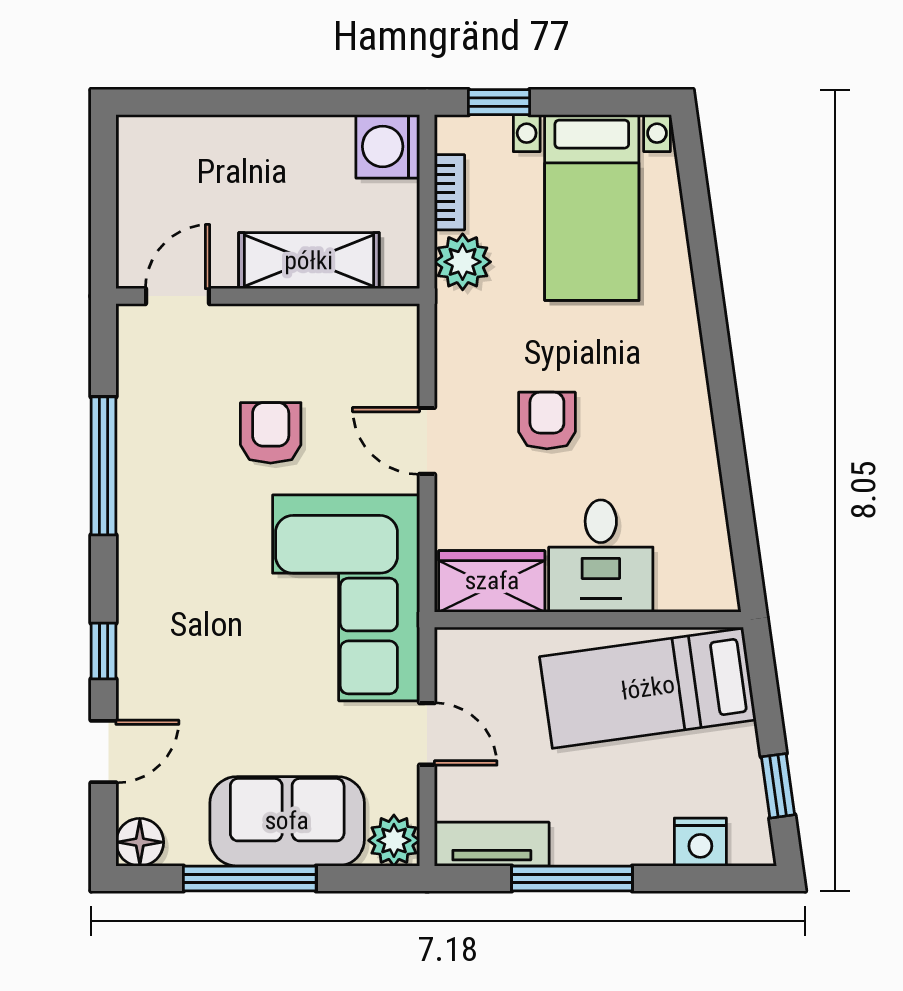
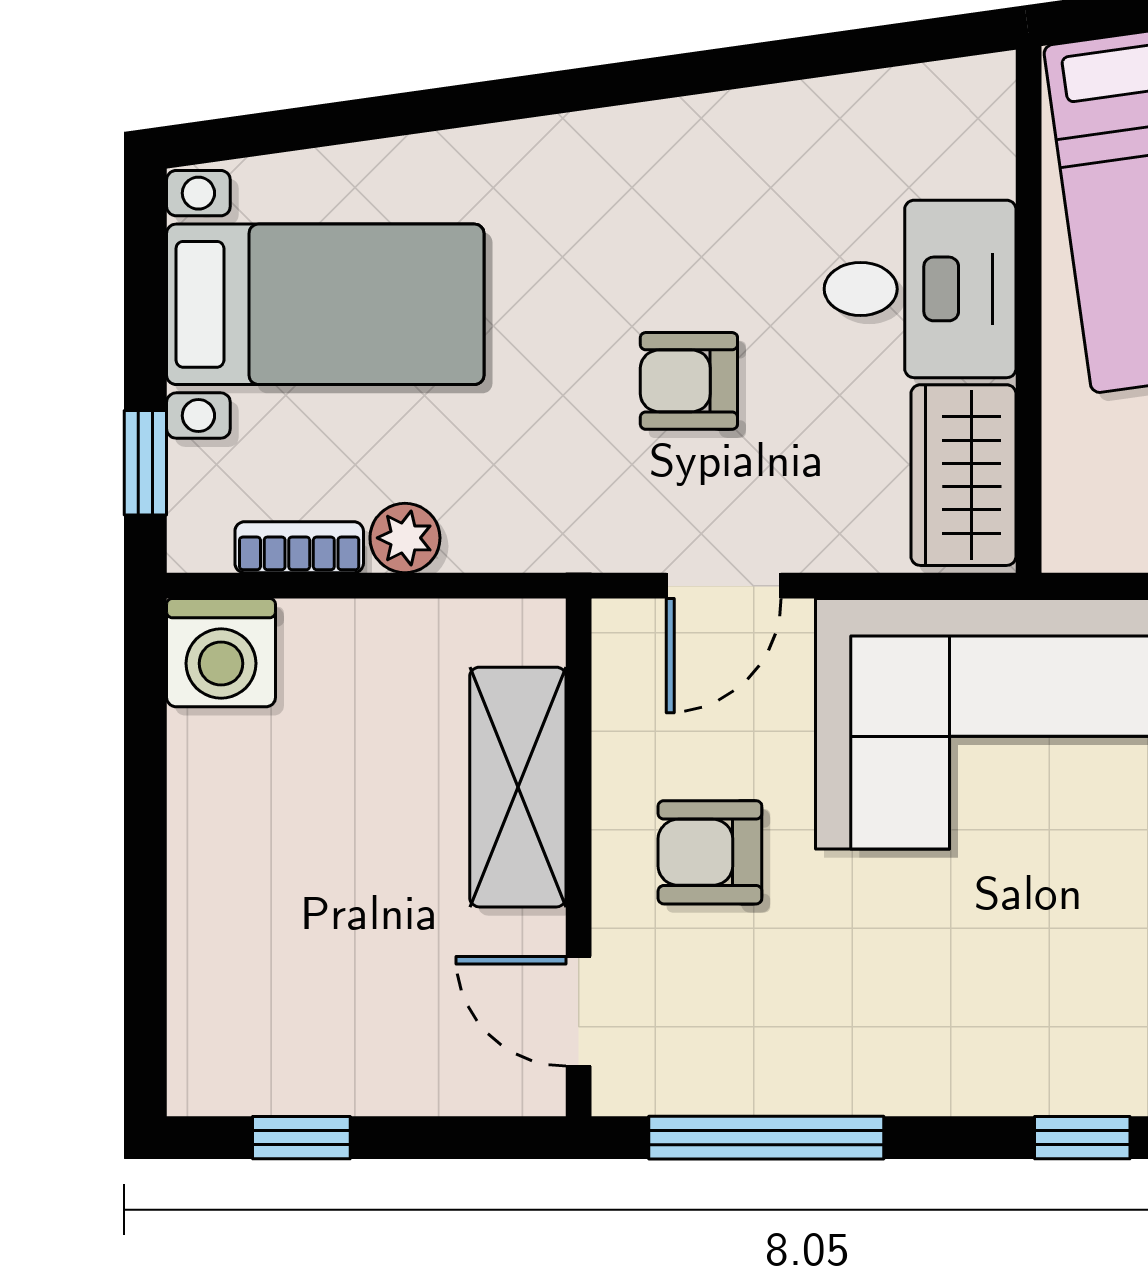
window: (104, 193) -> (301, 1138), added
shelving: (309, 261) -> (518, 787), moved
plant: (463, 262) -> (405, 538), width x0.73, depth x0.73
door: (178, 296) -> (579, 1011), moved
wall: (268, 296) -> (579, 857), moved

